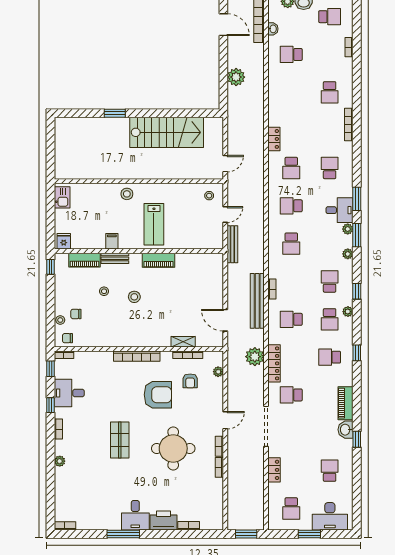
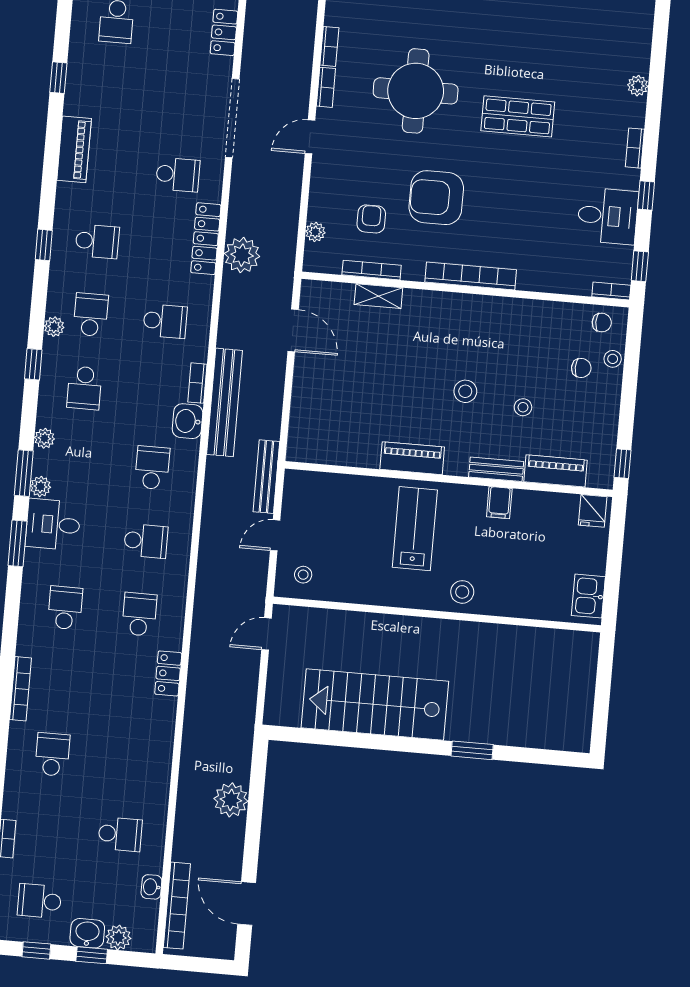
school desk: (330, 168) -> (65, 608), turned 180
bench: (257, 301) -> (224, 402), moved
washbasin: (346, 430) -> (187, 421), moved, turned 180
shop shelf: (120, 440) -> (518, 116), turned 90

